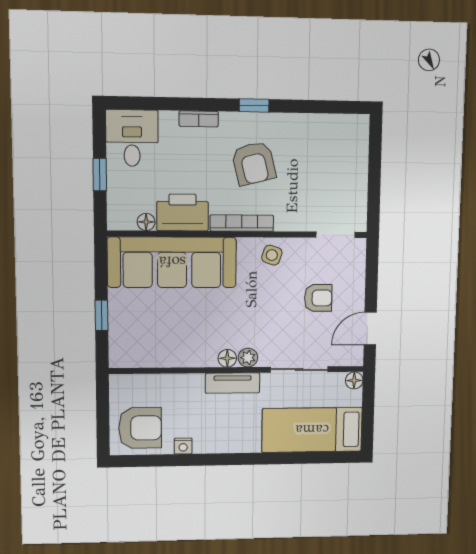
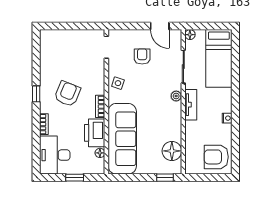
desk: (132, 138) -> (55, 155), width x1.37
armchair: (254, 163) -> (67, 94), turned -54
bookcase: (242, 223) -> (100, 106), width x0.64
window: (102, 315) -> (165, 178), moved
floor lamp: (227, 358) -> (172, 151), moved, width x1.89, depth x1.89
armchair: (140, 428) -> (216, 157), turned -90
nightstand: (183, 446) -> (227, 118), moved

